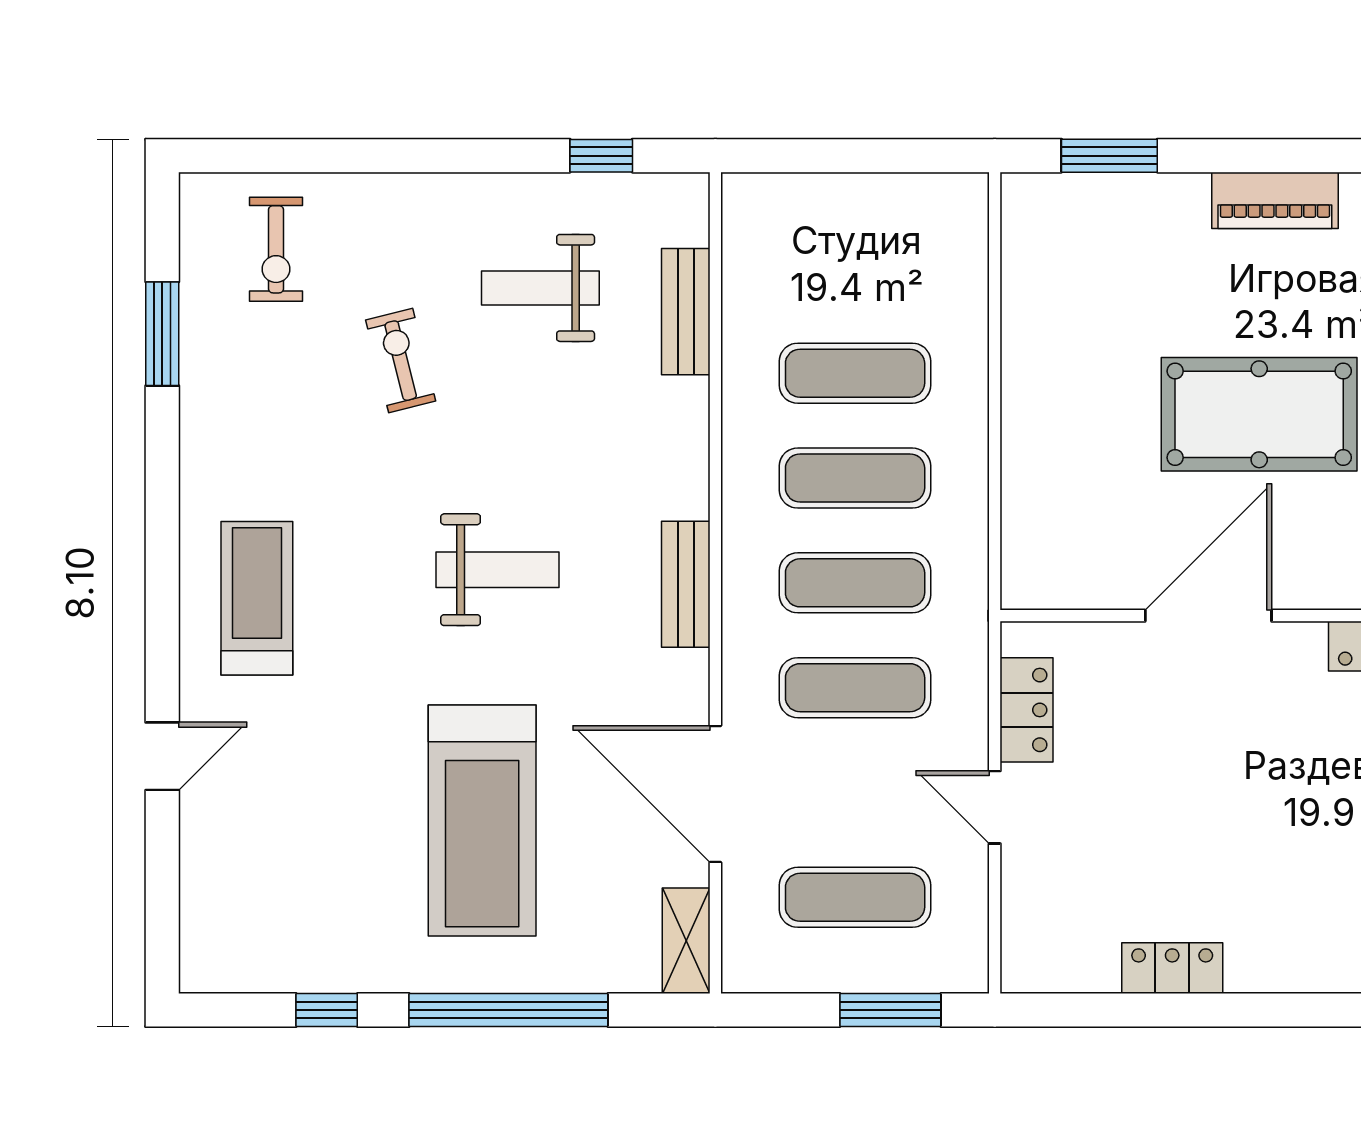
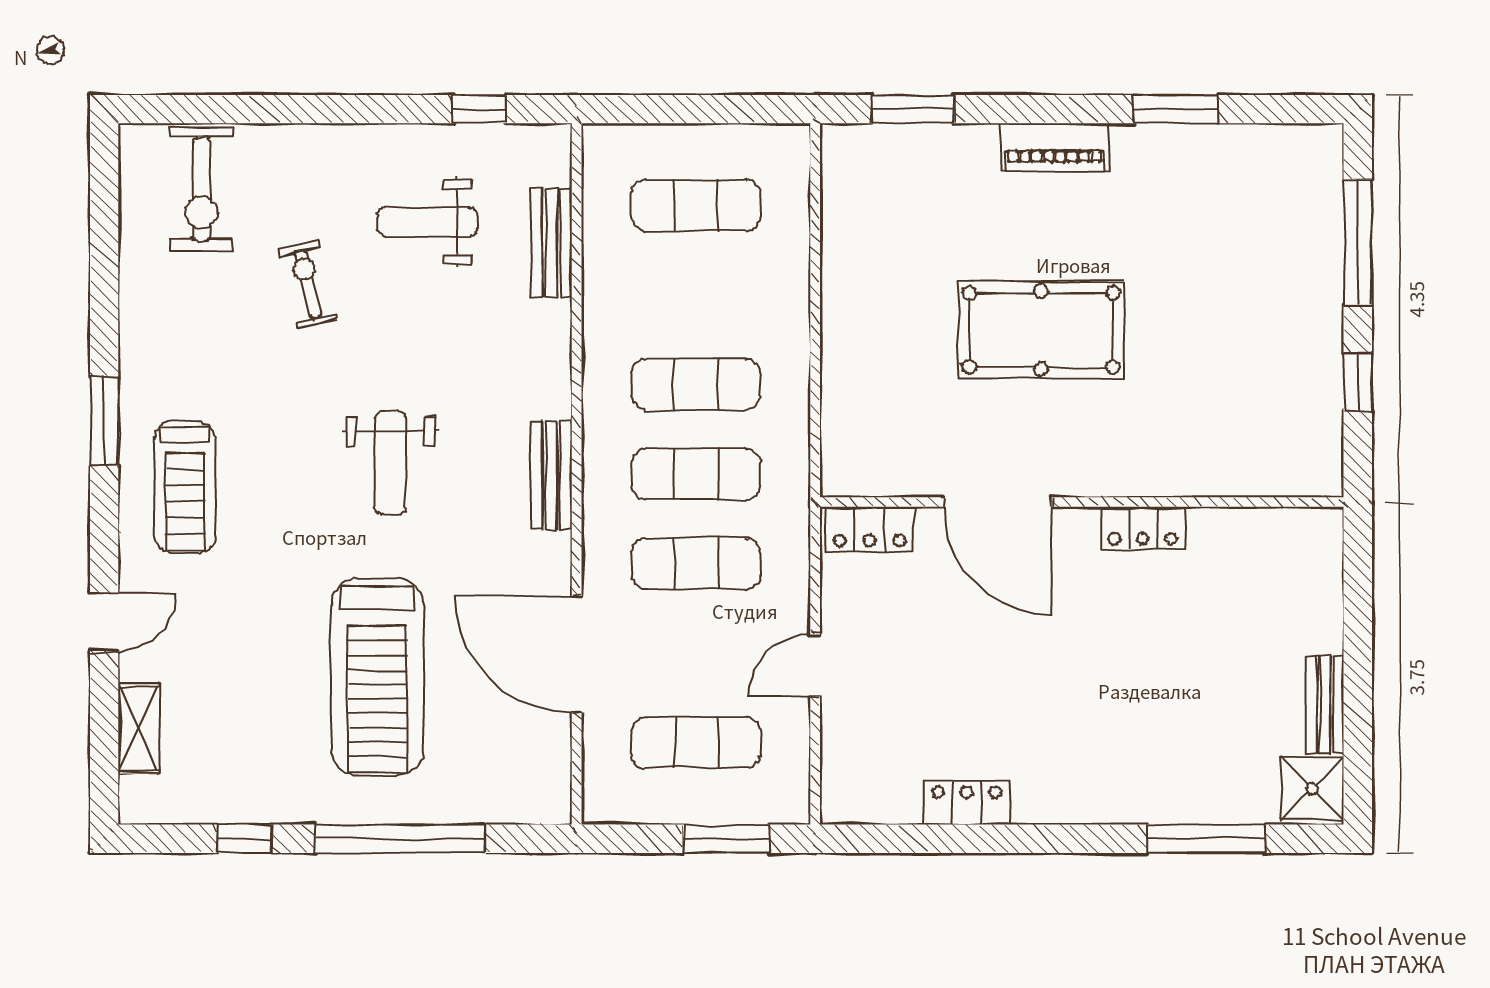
exercise bike: (276, 249) -> (201, 189), width x1.38, depth x1.39
window: (162, 334) -> (104, 421), moved
exercise mat: (855, 373) -> (696, 205), moved
weight bench: (497, 570) -> (390, 463), turned 90
treadmill: (257, 598) -> (185, 487), turned 180
door: (1208, 616) -> (998, 502), swing flipped
locker: (1027, 710) -> (869, 529), moved, turned 90
door: (995, 807) -> (815, 666), hinge flipped
shelving: (686, 941) -> (139, 728), moved

